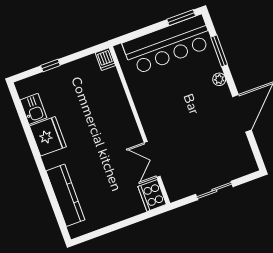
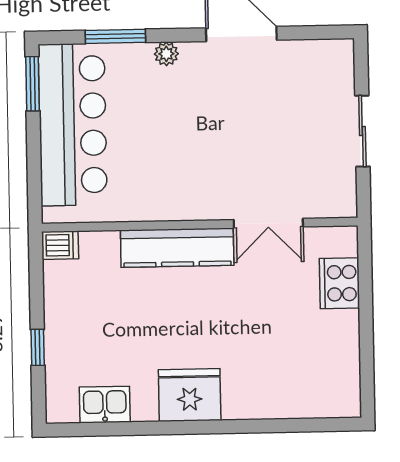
fridge: (48, 136) -> (190, 395), moved
kitchen counter: (65, 195) -> (177, 248), moved, turned 180
cooker: (152, 195) -> (339, 283), moved, turned 90

